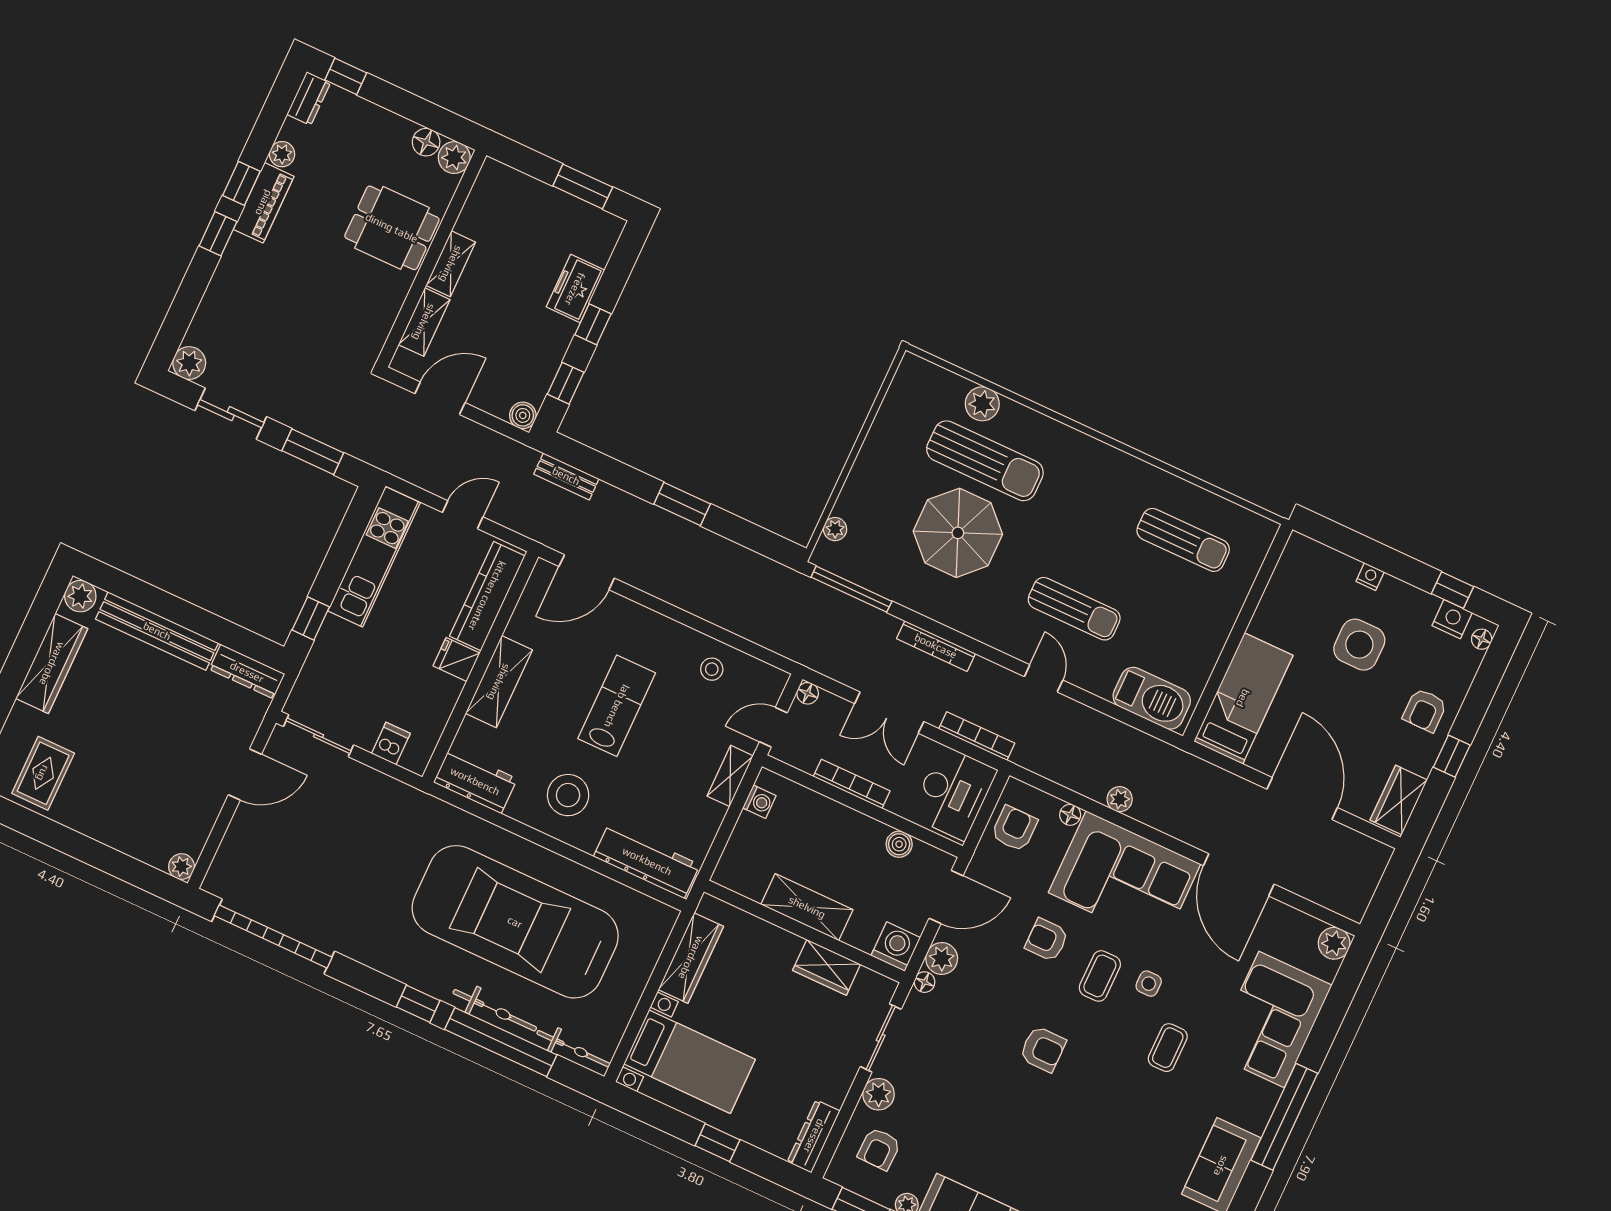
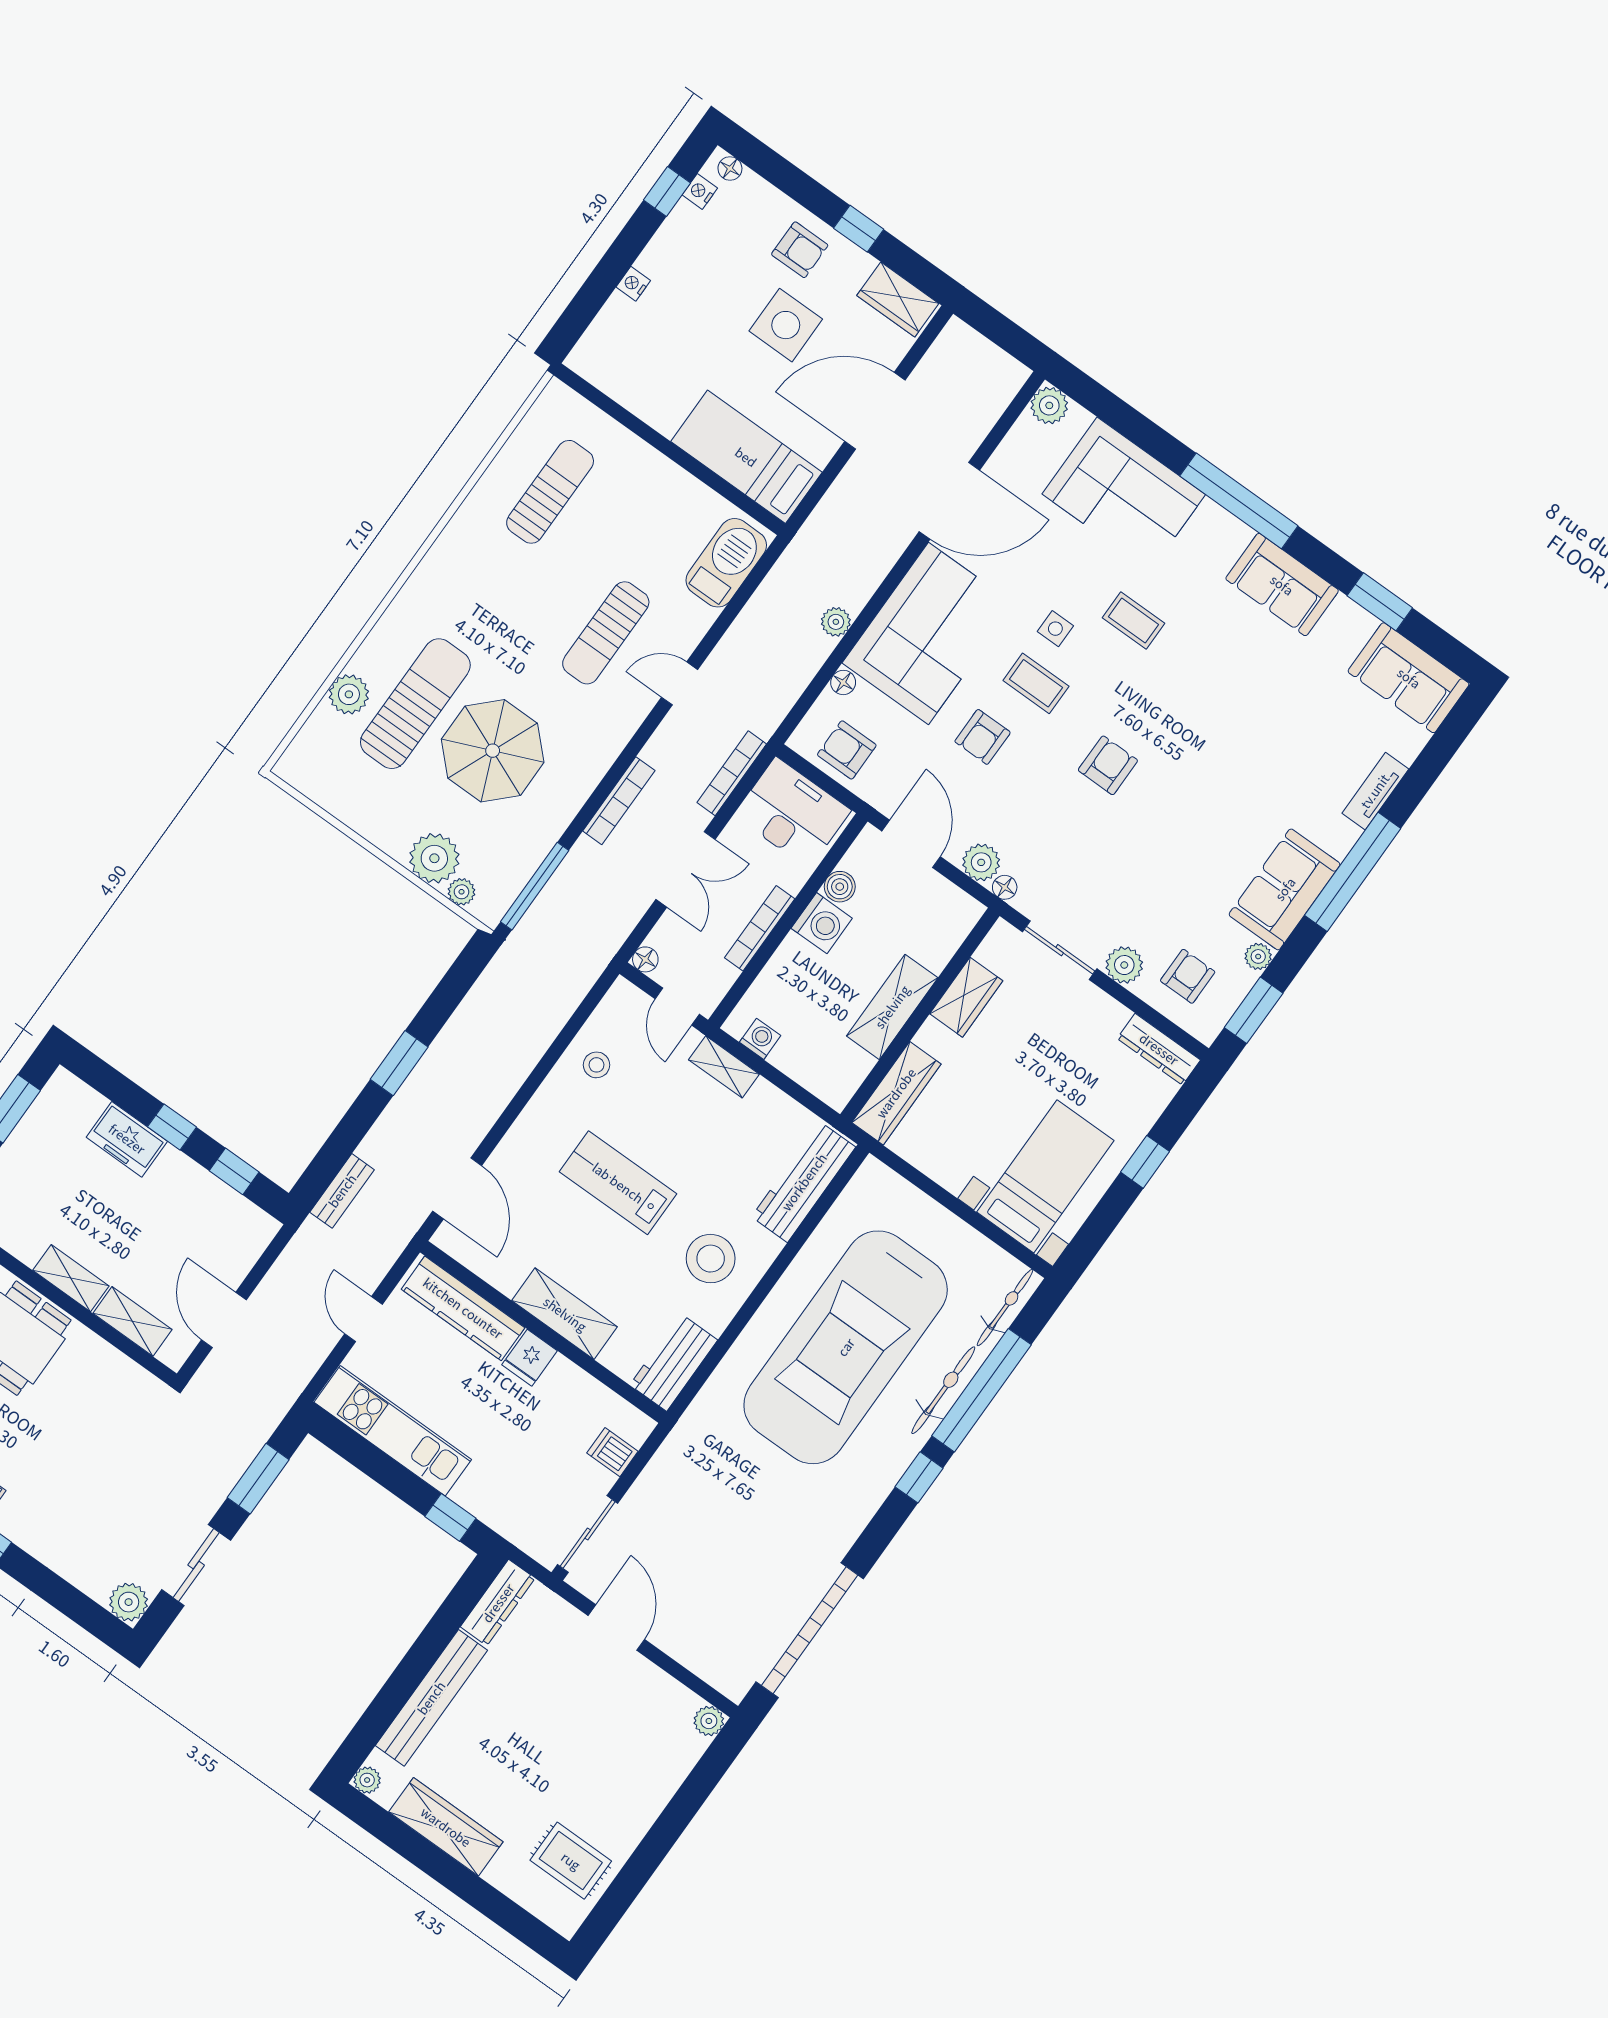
boiler: (523, 415) -> (262, 1228), removed
plant: (859, 501) -> (434, 858), added
plant: (80, 596) -> (367, 1780), width x0.73, depth x0.73
sun lounger: (1074, 609) -> (606, 633), turned 180
nightstand: (1452, 619) -> (700, 191), width x0.72, depth x0.74
side table: (1359, 645) -> (786, 325), moved
washing machine: (896, 947) -> (822, 923), moved, turned 180
wardrobe: (691, 958) -> (896, 1093), moved, turned 90
armchair: (879, 1149) -> (1188, 976), turned -91

